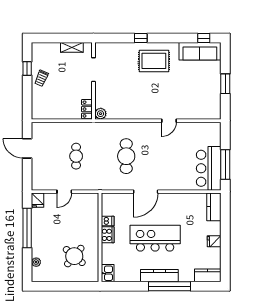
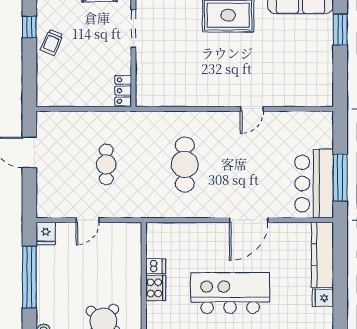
window: (225, 84) -> (340, 29), moved
plant: (101, 114) -> (144, 98), removed
door: (146, 192) -> (249, 220), moved
kitchen counter: (214, 207) -> (322, 255), width x1.50

